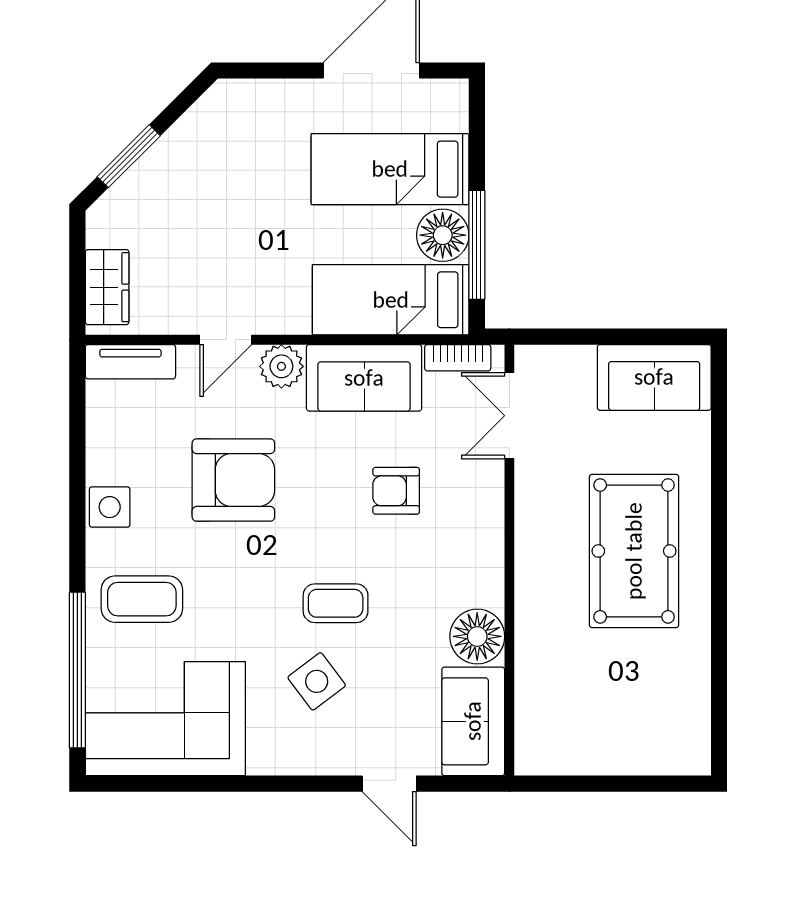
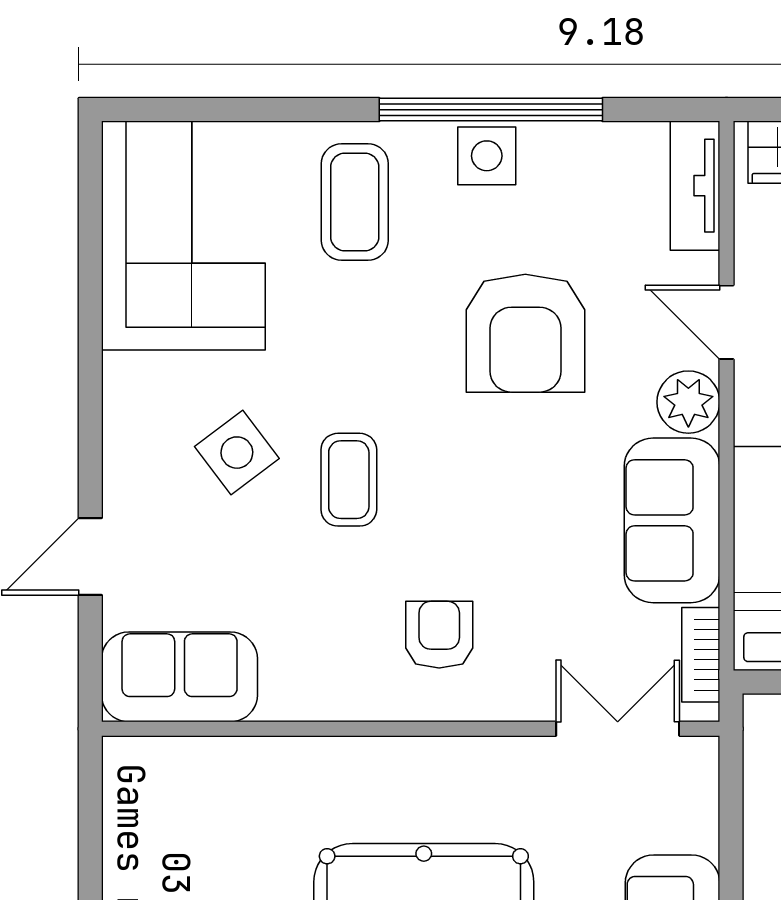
armchair: (396, 491) -> (439, 635), moved
floor lamp: (477, 636) -> (301, 683), removed
window: (77, 670) -> (491, 110), moved

